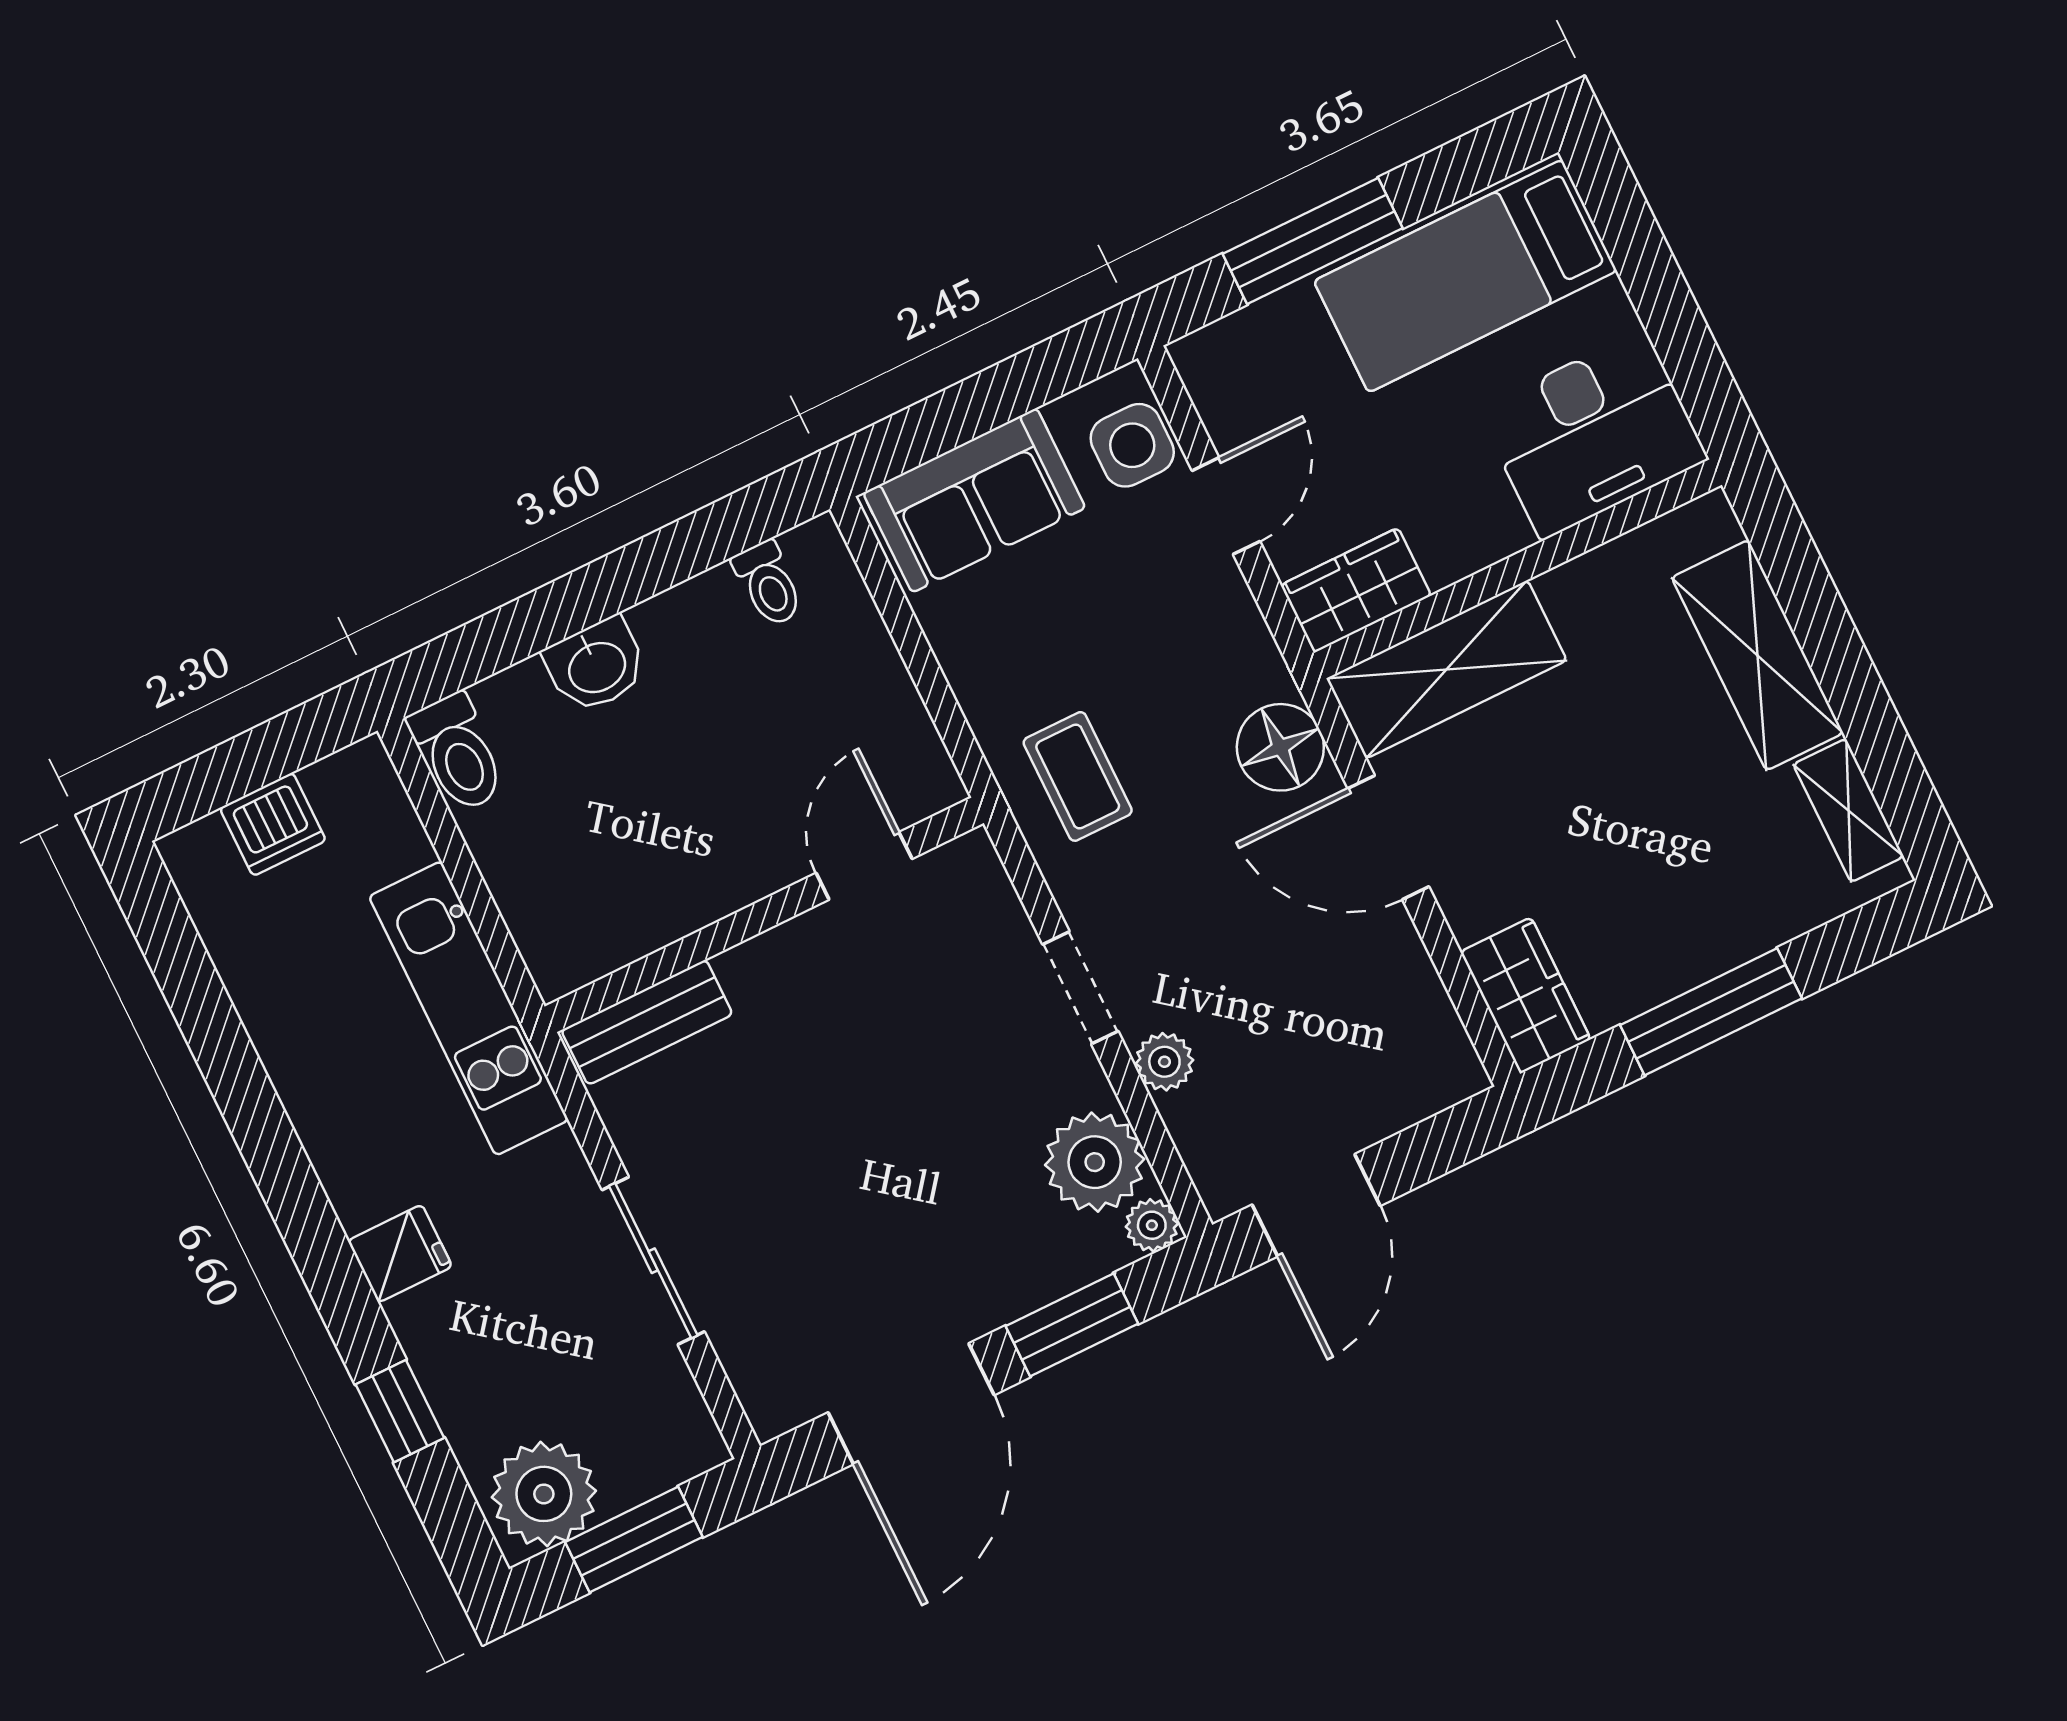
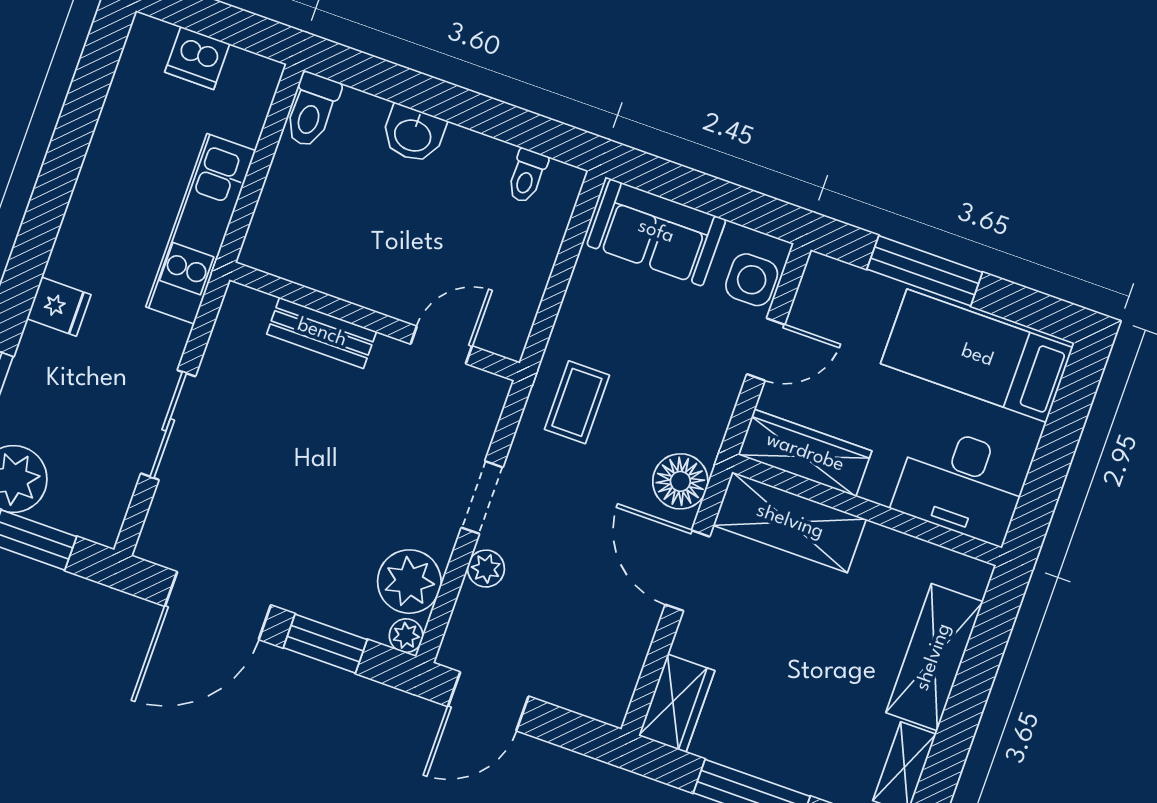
wardrobe: (1356, 590) -> (805, 453), width x1.50
bench: (647, 1022) -> (322, 333), moved

